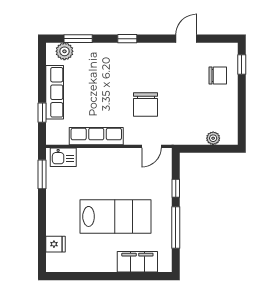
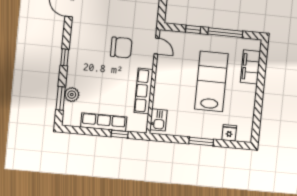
plant: (64, 51) -> (72, 95), moved
window: (42, 174) -> (201, 141), moved

